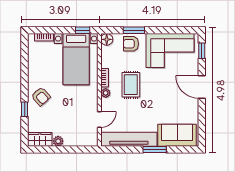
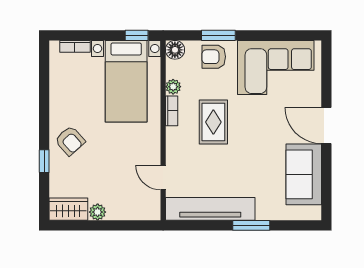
window: (202, 51) -> (326, 68), removed
plant: (106, 93) -> (173, 87), moved
door: (99, 120) -> (163, 178), swing flipped
sofa: (177, 135) -> (304, 174), moved, turned -90

